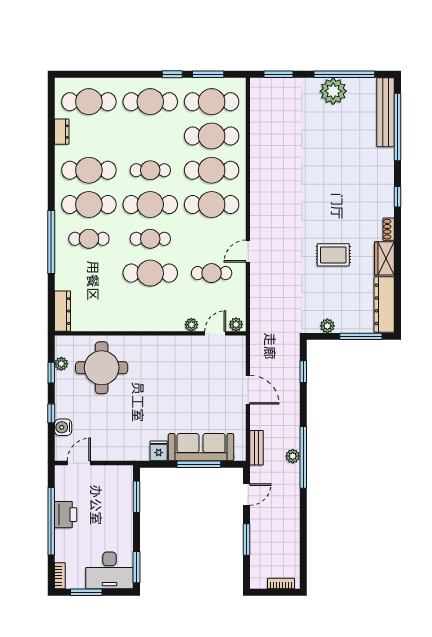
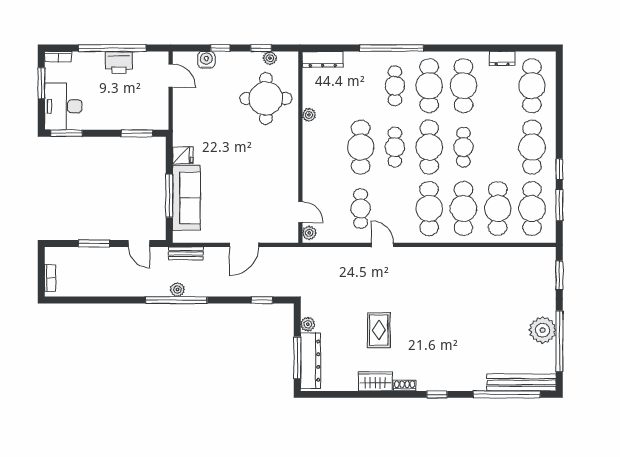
dresser: (384, 304) -> (311, 361), moved, turned 90
plant: (191, 325) -> (309, 115), moved

